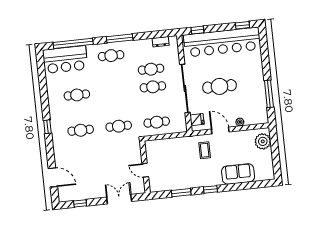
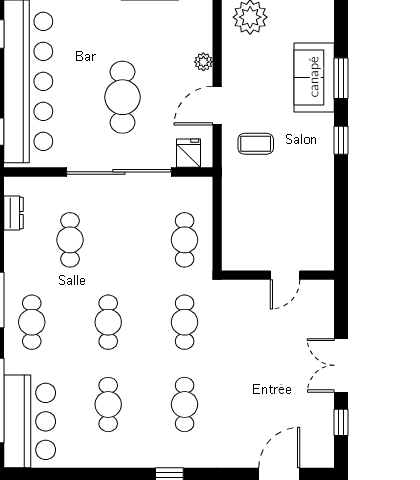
cafe table: (153, 87) -> (108, 322), moved
window: (181, 193) -> (341, 78), moved
double door: (119, 199) -> (341, 365), moved

